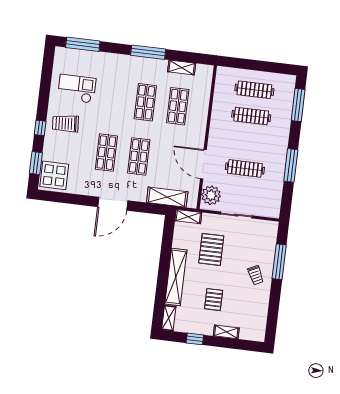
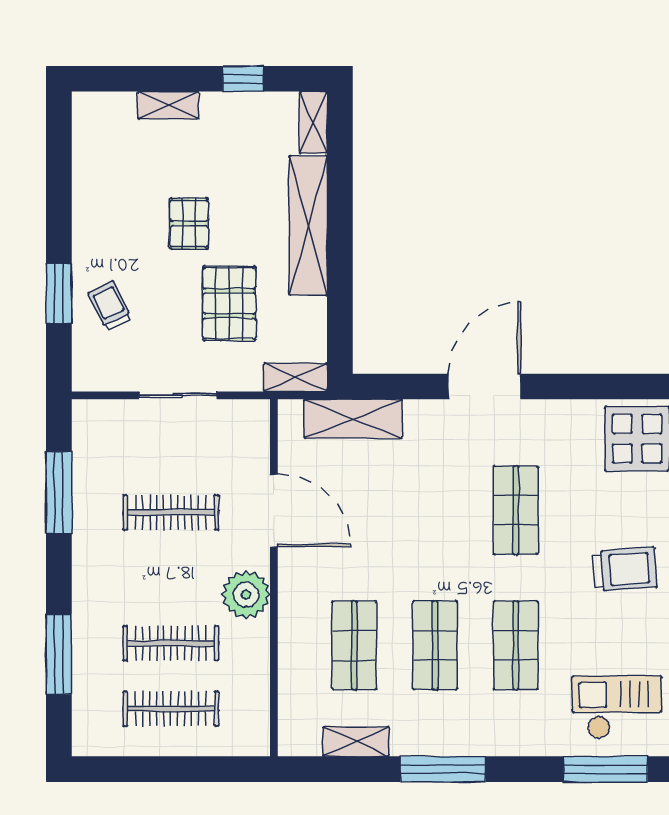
checkout: (77, 89) -> (617, 707), moved, turned 180
window: (298, 105) -> (59, 654), moved
shop shelf: (139, 156) -> (516, 645), moved
window: (291, 165) -> (59, 493), moved
plant: (211, 195) -> (246, 595), moved
window: (279, 262) -> (59, 294), width x0.69
trolley: (256, 275) -> (110, 306), moved
pallet: (214, 300) -> (189, 224), moved

